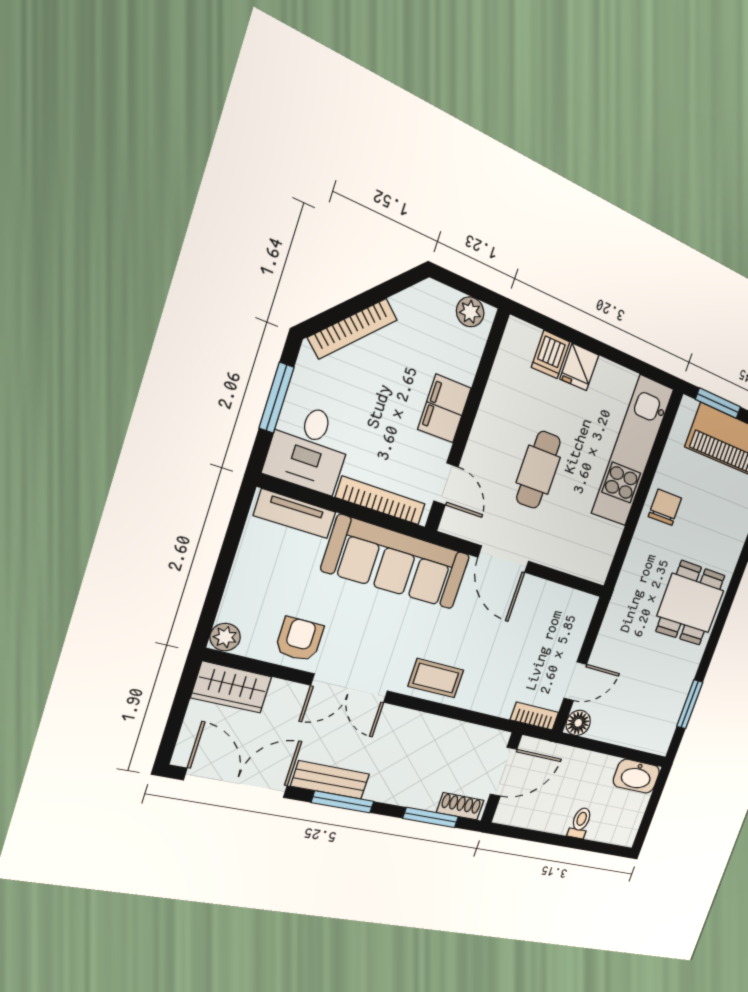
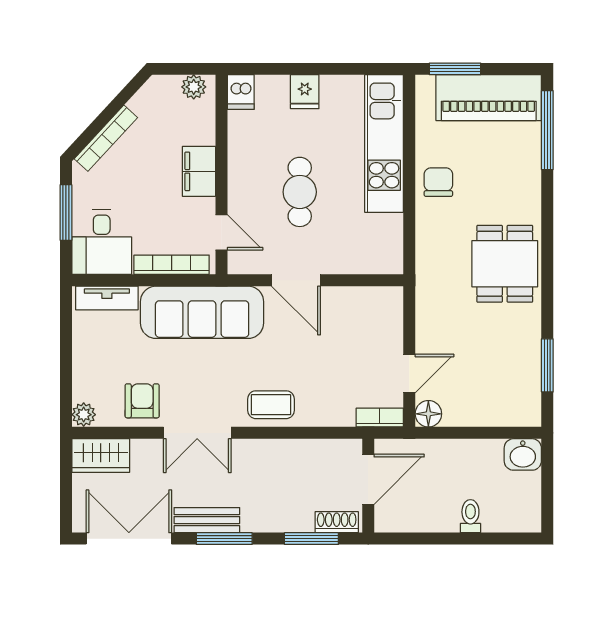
dishwasher: (551, 354) -> (241, 92), moved
washbasin: (636, 776) -> (523, 454), width x0.72

